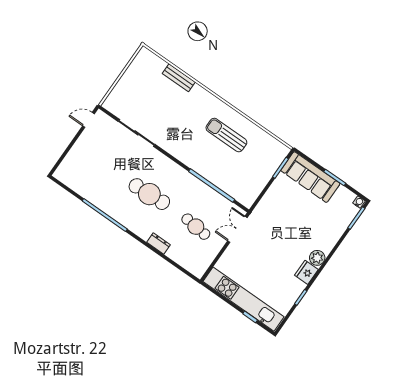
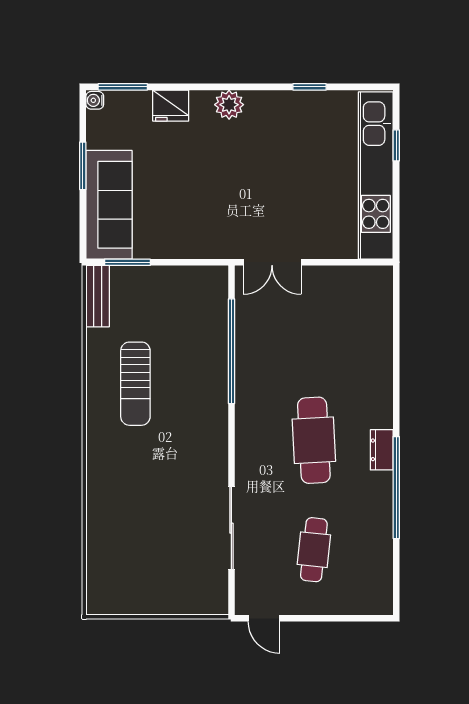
bench: (179, 78) -> (98, 296), moved
cafe table: (196, 227) -> (314, 550), moved
dresser: (158, 243) -> (382, 450), moved
fridge: (306, 272) -> (171, 106), moved

